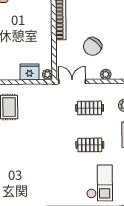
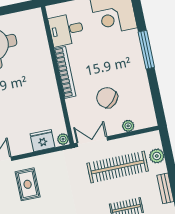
chair: (93, 46) -> (107, 98), turned 94
clothes rail: (90, 108) -> (118, 167), width x1.86, depth x1.31

